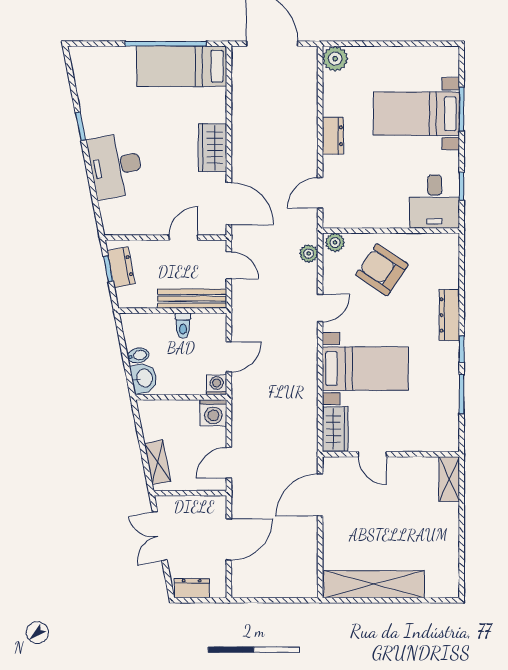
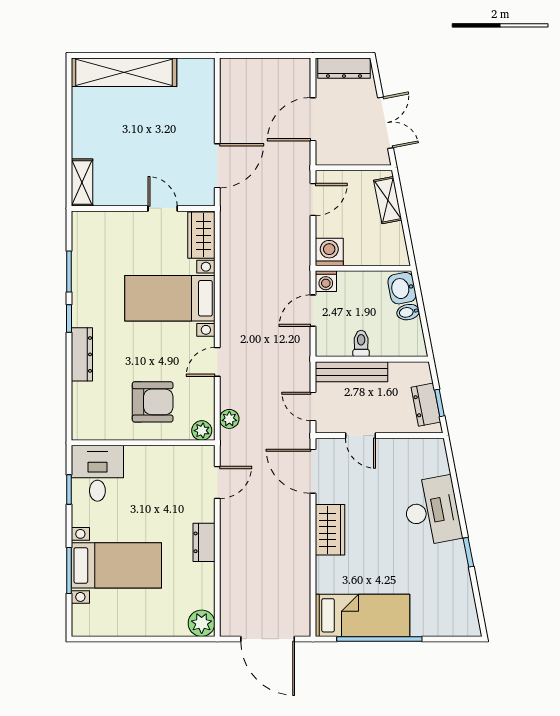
door: (184, 238) -> (360, 436), hinge flipped
armchair: (382, 270) -> (153, 402), turned -34
shelving: (374, 584) -> (124, 72), moved
dresser: (192, 588) -> (344, 68), width x1.44

